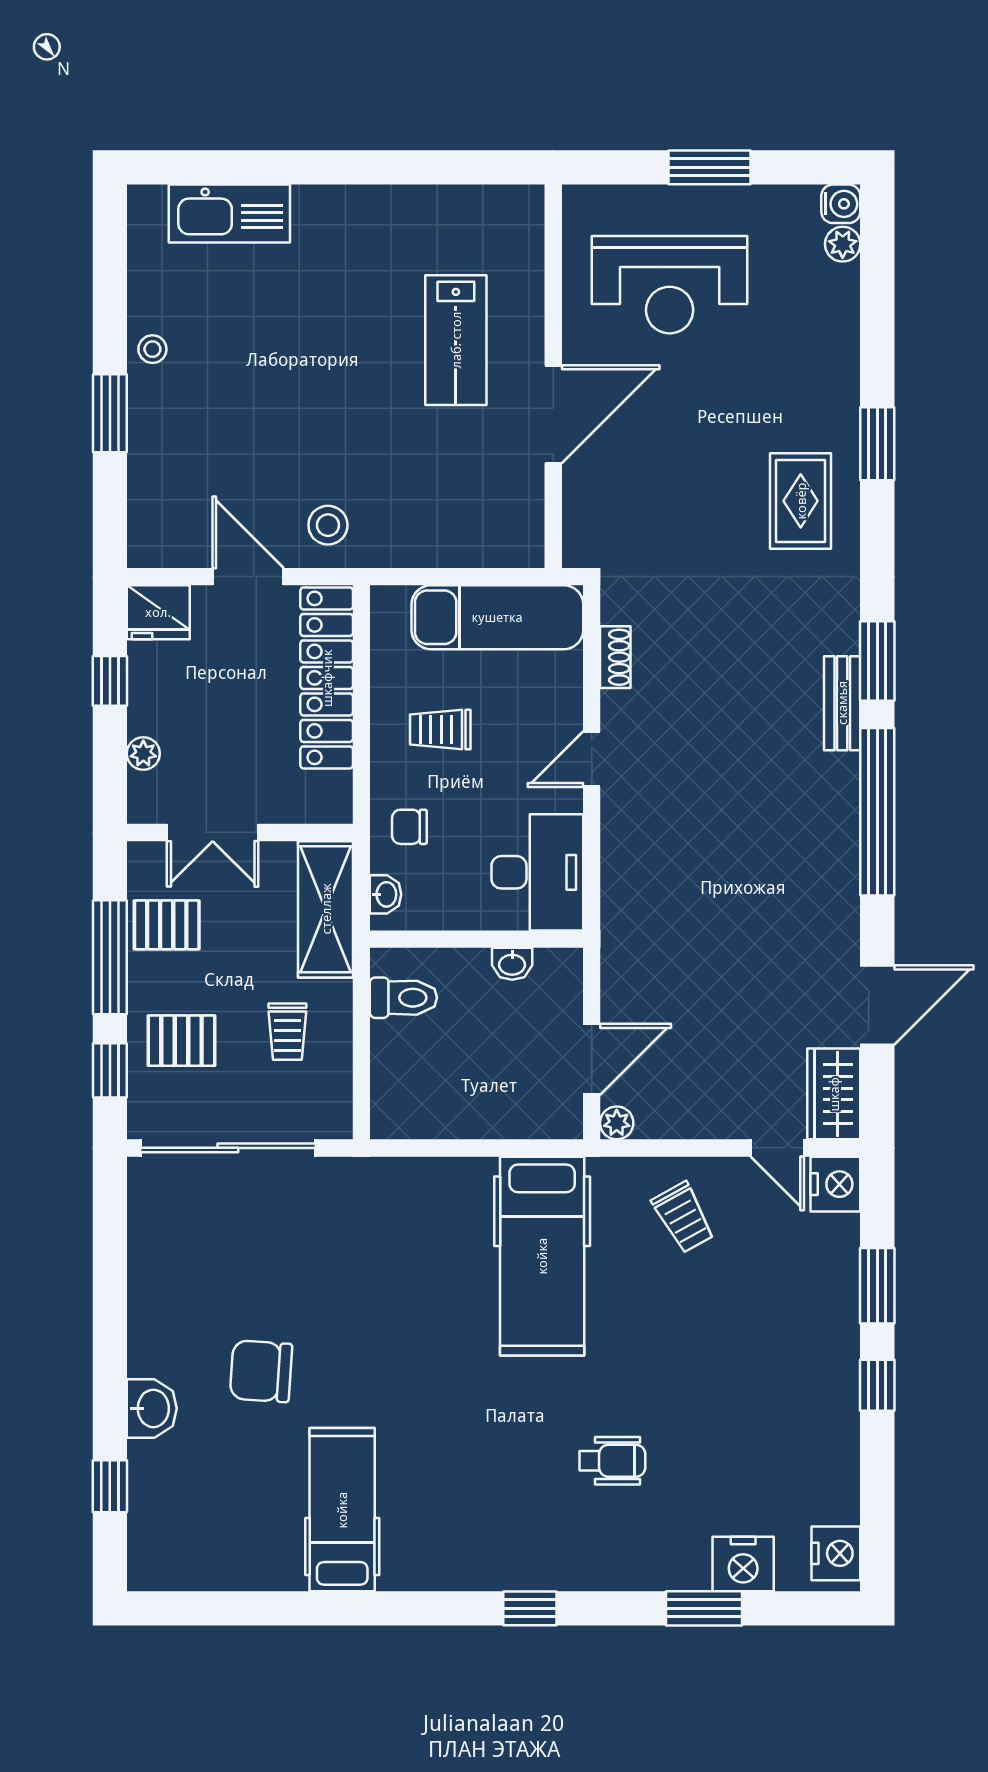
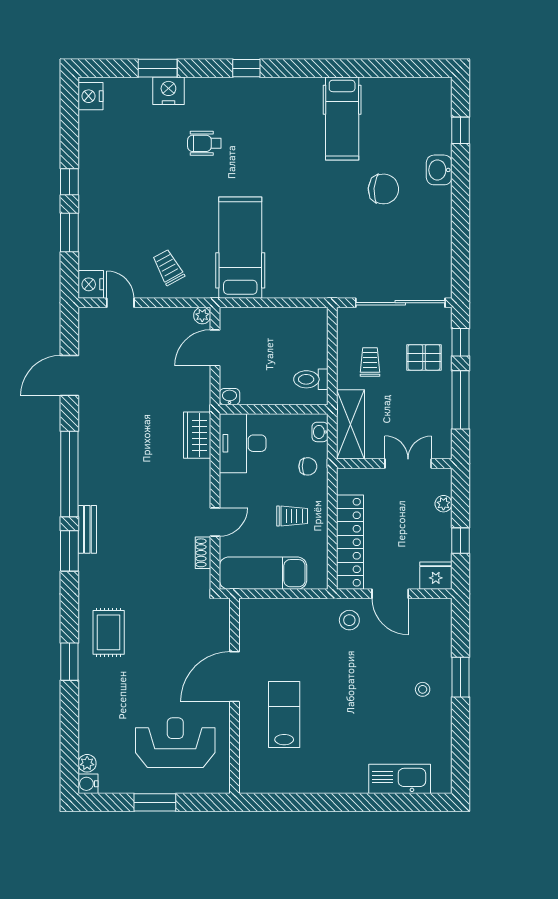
stool: (152, 349) -> (423, 689), moved
door: (592, 759) -> (215, 522), moved
pallet: (167, 925) -> (432, 416), removed
washbasin: (512, 964) -> (230, 397), moved
wardrobe: (834, 1094) -> (197, 435), moved, turned 180
nightstand: (743, 1564) -> (168, 91), moved

